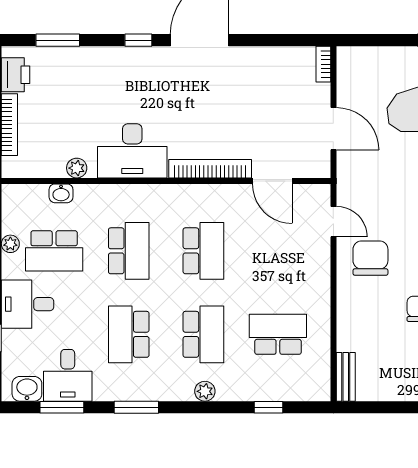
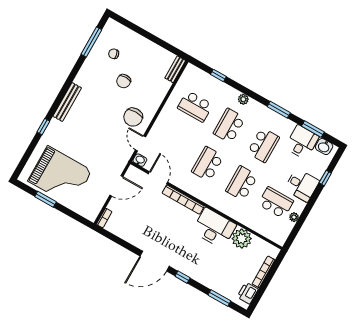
door: (333, 129) -> (116, 186), swing flipped
plant: (77, 168) -> (242, 239), width x1.88, depth x1.88
washbasin: (61, 193) -> (140, 160), moved

